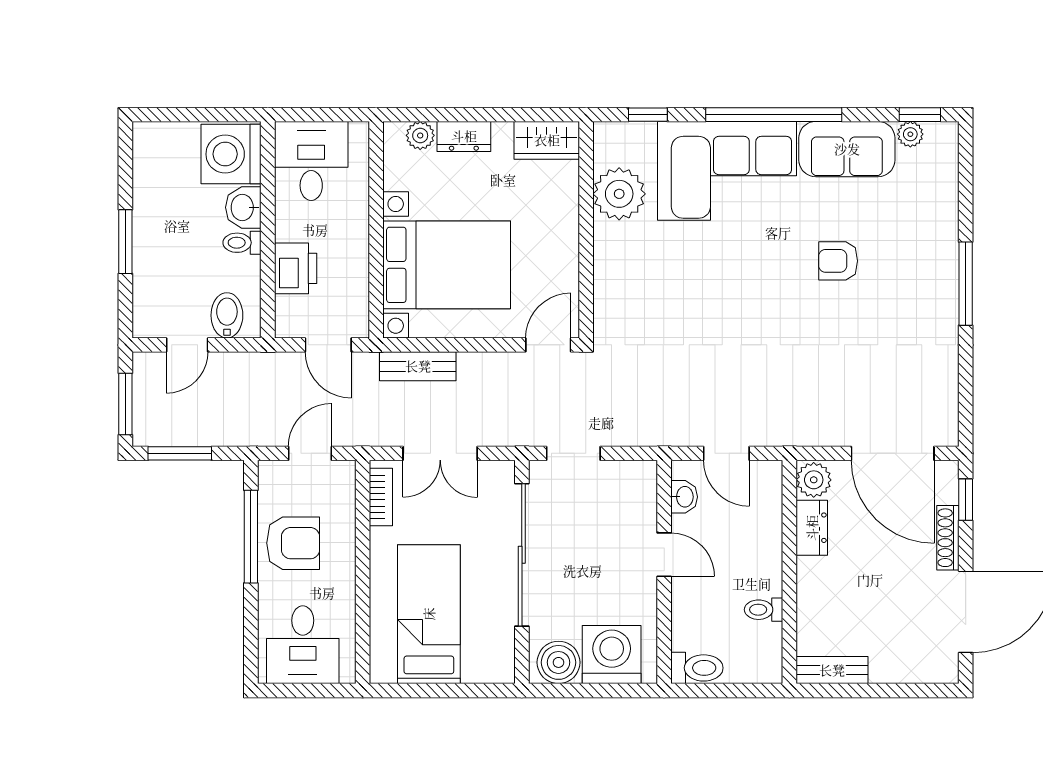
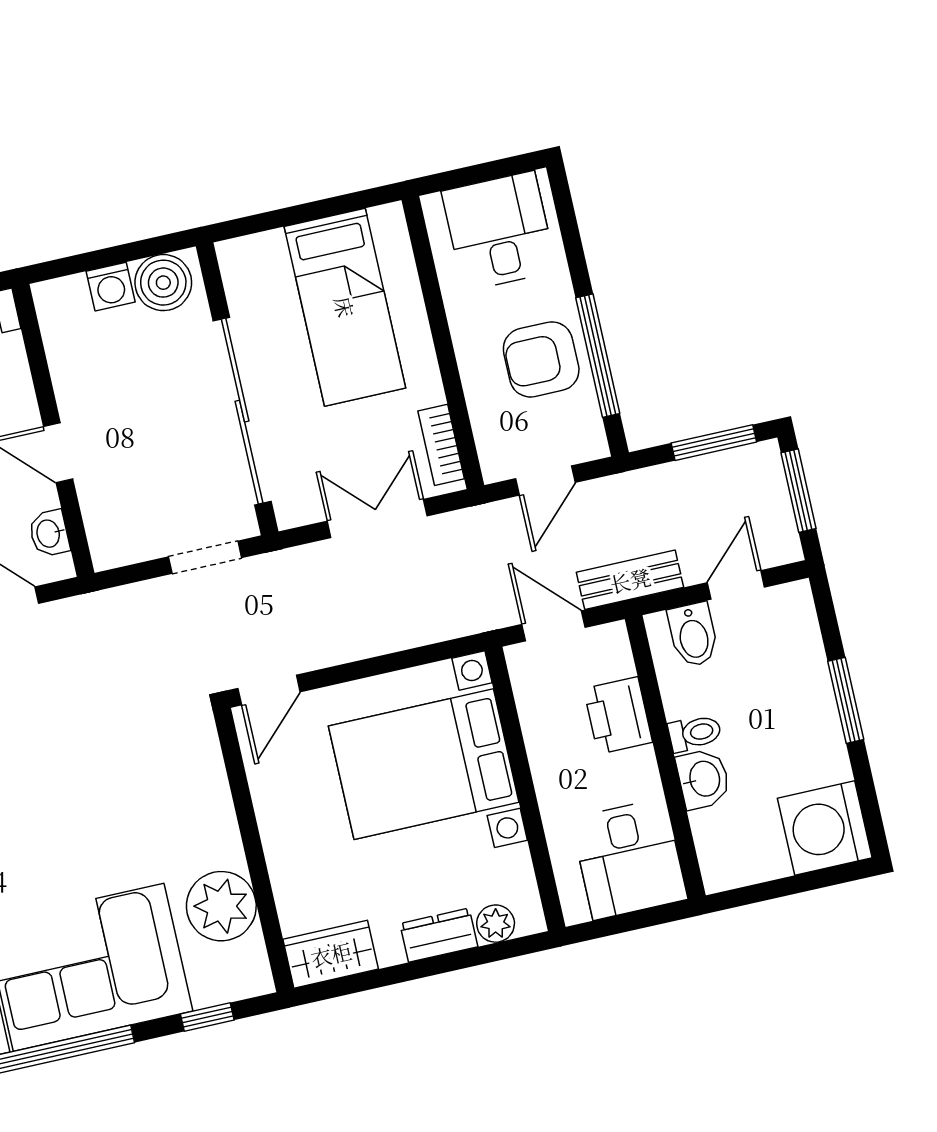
washing machine: (231, 154) -> (825, 828), moved, turned 180
bench: (418, 366) -> (630, 580), moved
washing machine: (612, 655) -> (111, 287), width x0.53, depth x0.53

